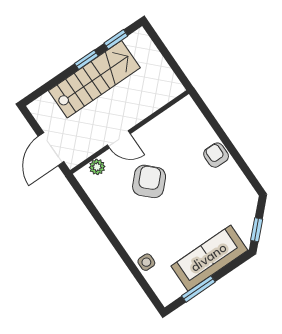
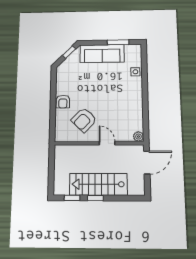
plant: (97, 167) -> (138, 137), moved
armchair: (149, 181) -> (84, 120), moved

